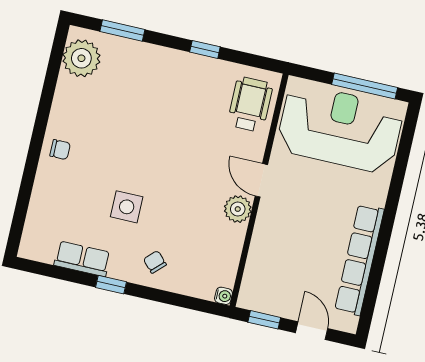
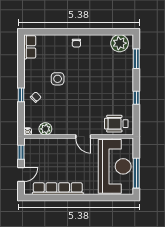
wheelchair: (250, 104) -> (116, 124), turned 180
door: (261, 180) -> (83, 137), swing flipped
plant: (238, 209) -> (45, 129), moved
row of seats: (82, 259) -> (30, 47), moved
window: (111, 285) -> (21, 95), moved

